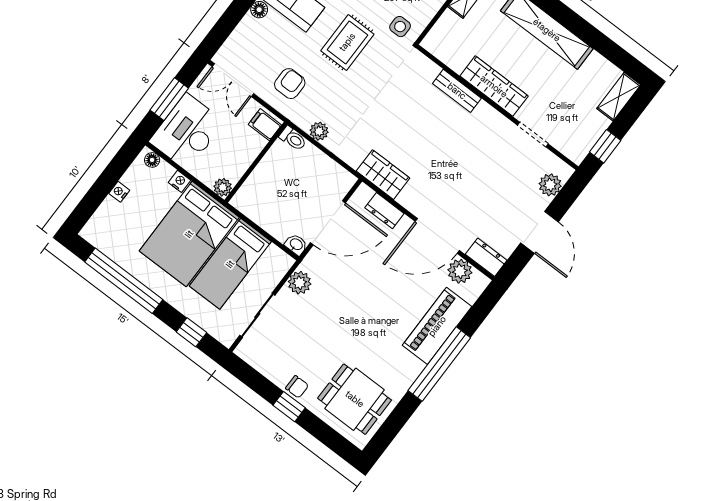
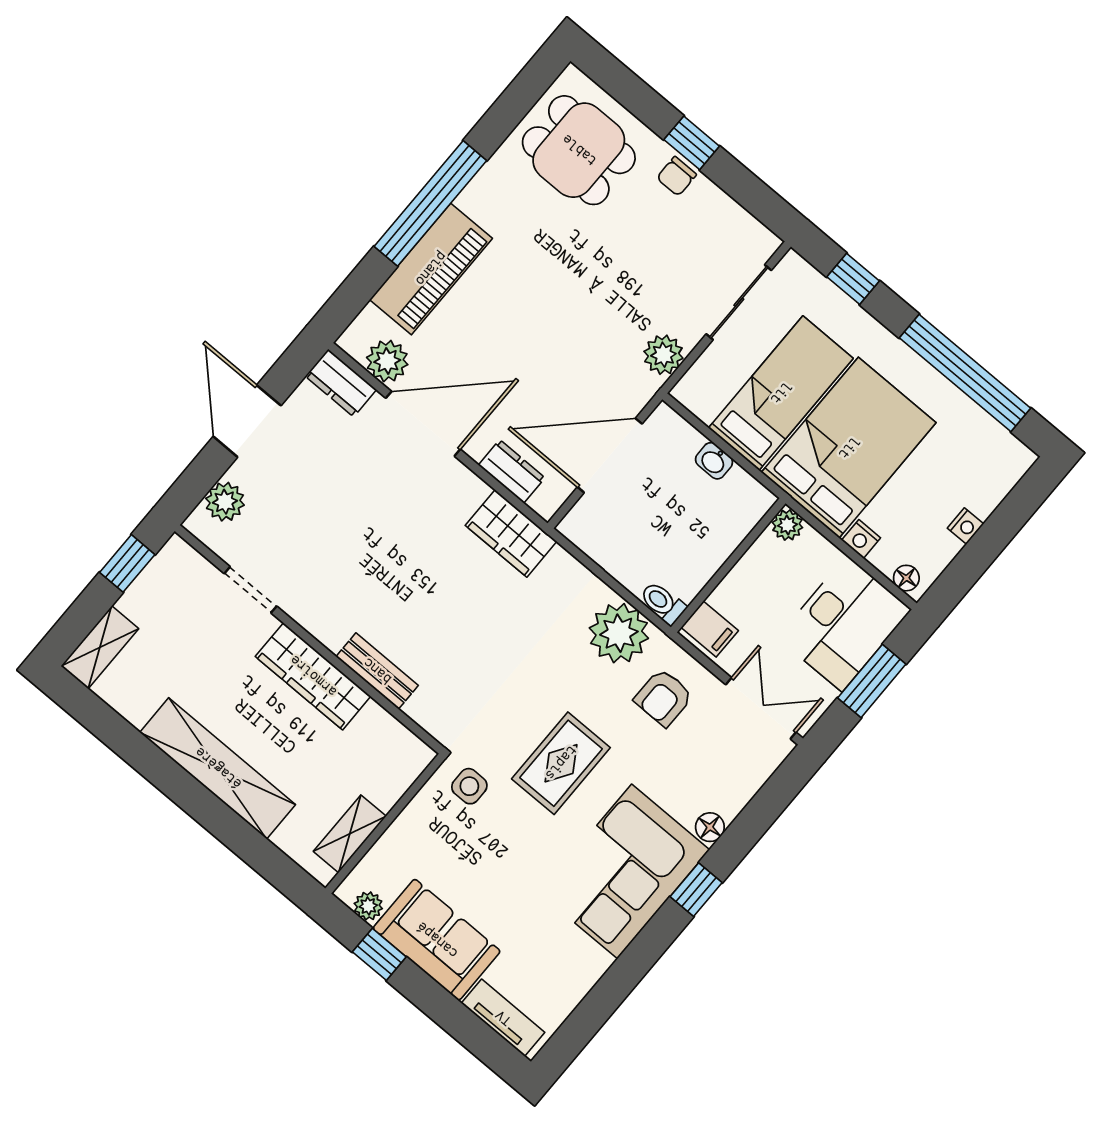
plant: (319, 131) -> (619, 633), width x1.87, depth x1.87
washbasin: (296, 245) -> (714, 461), moved
chair: (297, 387) -> (677, 176), turned -90

